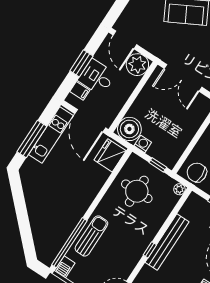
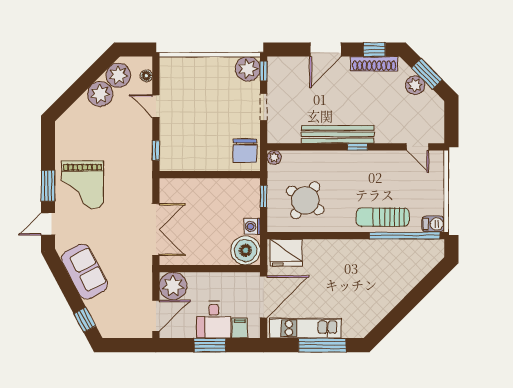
round table: (137, 191) -> (305, 200), turned 35

